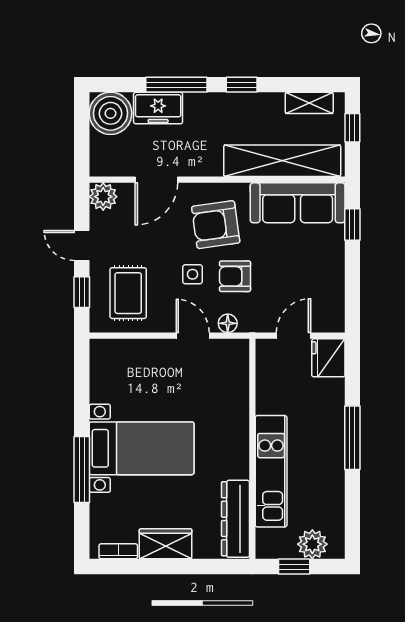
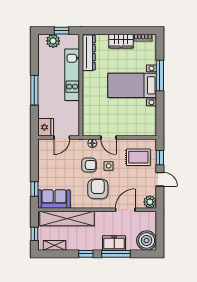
freezer: (158, 108) -> (114, 243), moved
sofa: (298, 203) -> (54, 199), width x0.73
armchair: (216, 225) -> (98, 189), turned -82
rug: (128, 293) -> (138, 157), turned 90

